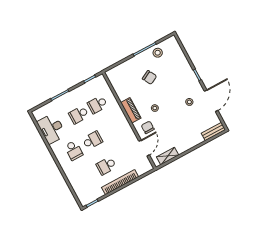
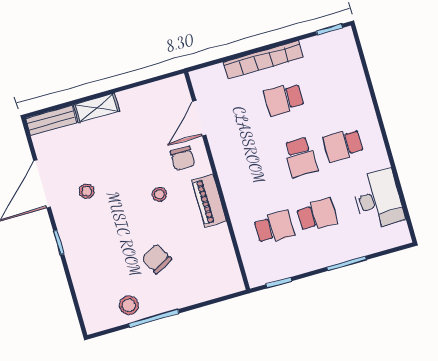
school desk: (92, 140) -> (300, 157), turned -90
school desk: (74, 150) -> (343, 145), turned -90
shelving: (168, 156) -> (97, 108), moved
school desk: (106, 166) -> (284, 99), turned 180

